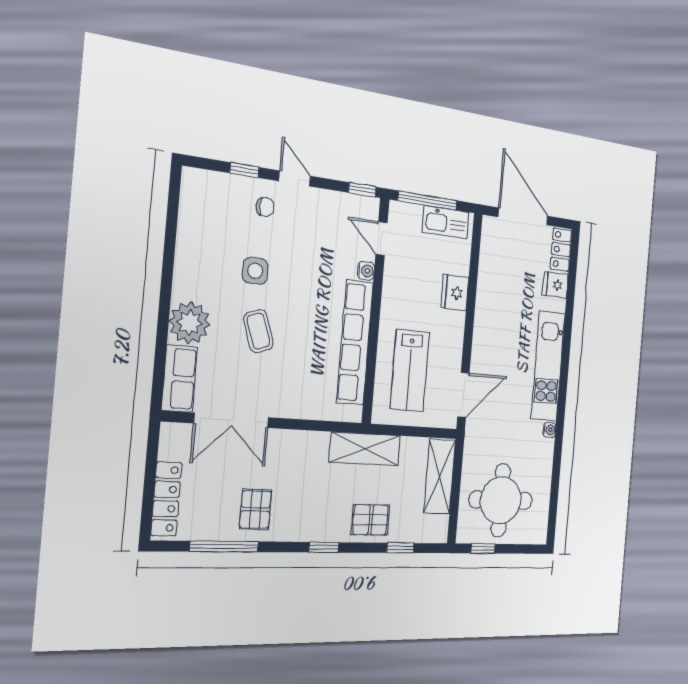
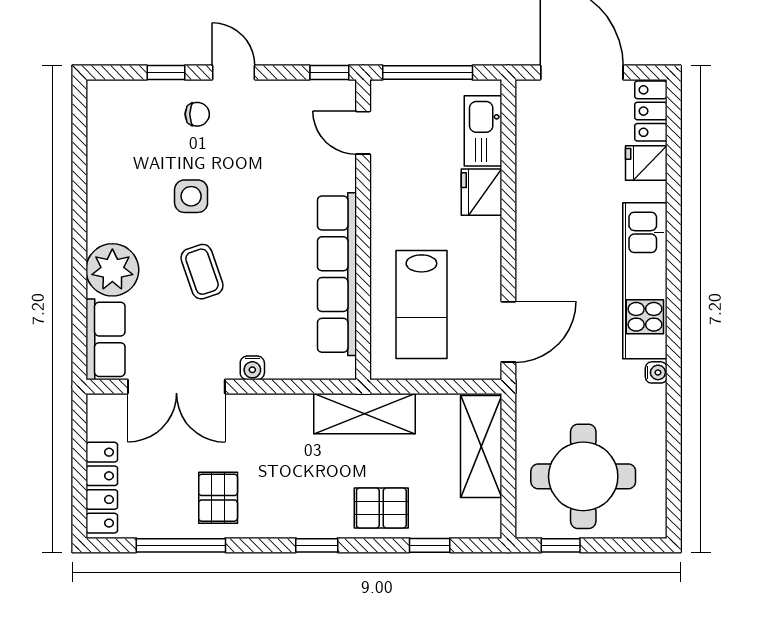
kitchen sink: (446, 222) -> (483, 131), moved, turned 90
water cooler: (366, 271) -> (252, 368), moved, turned 90

